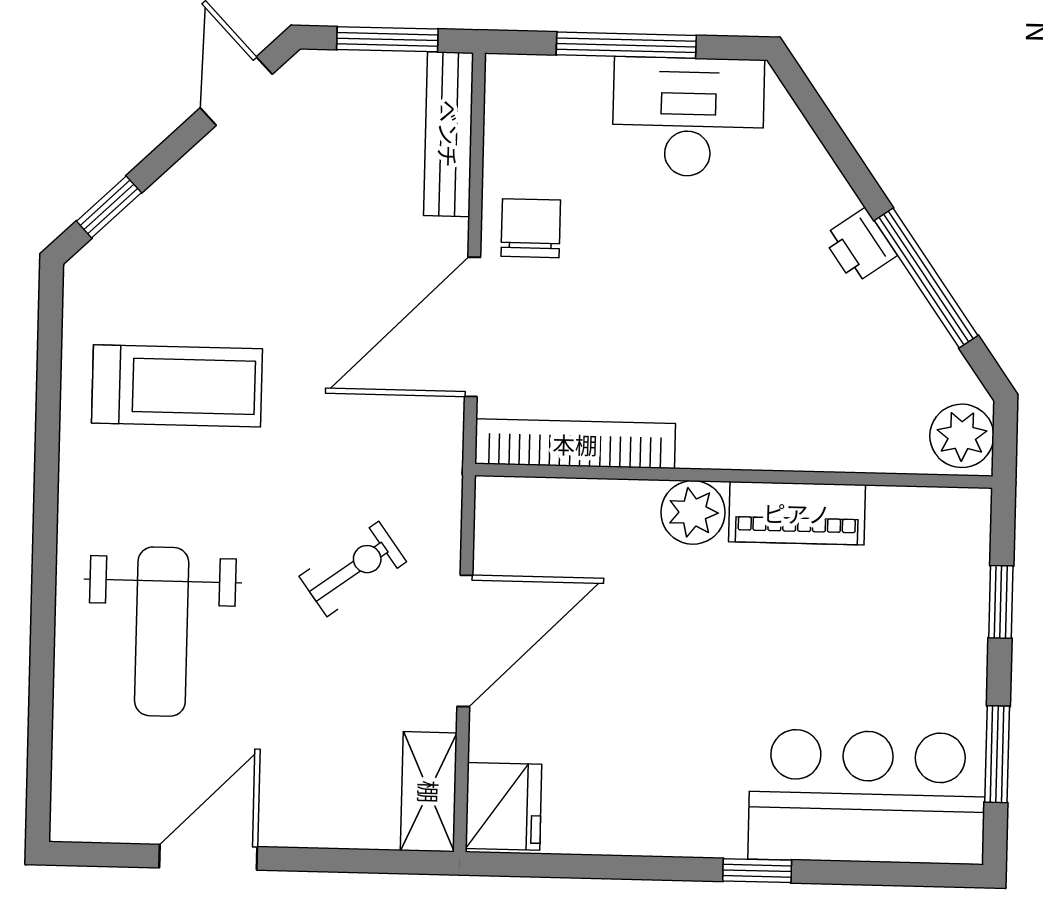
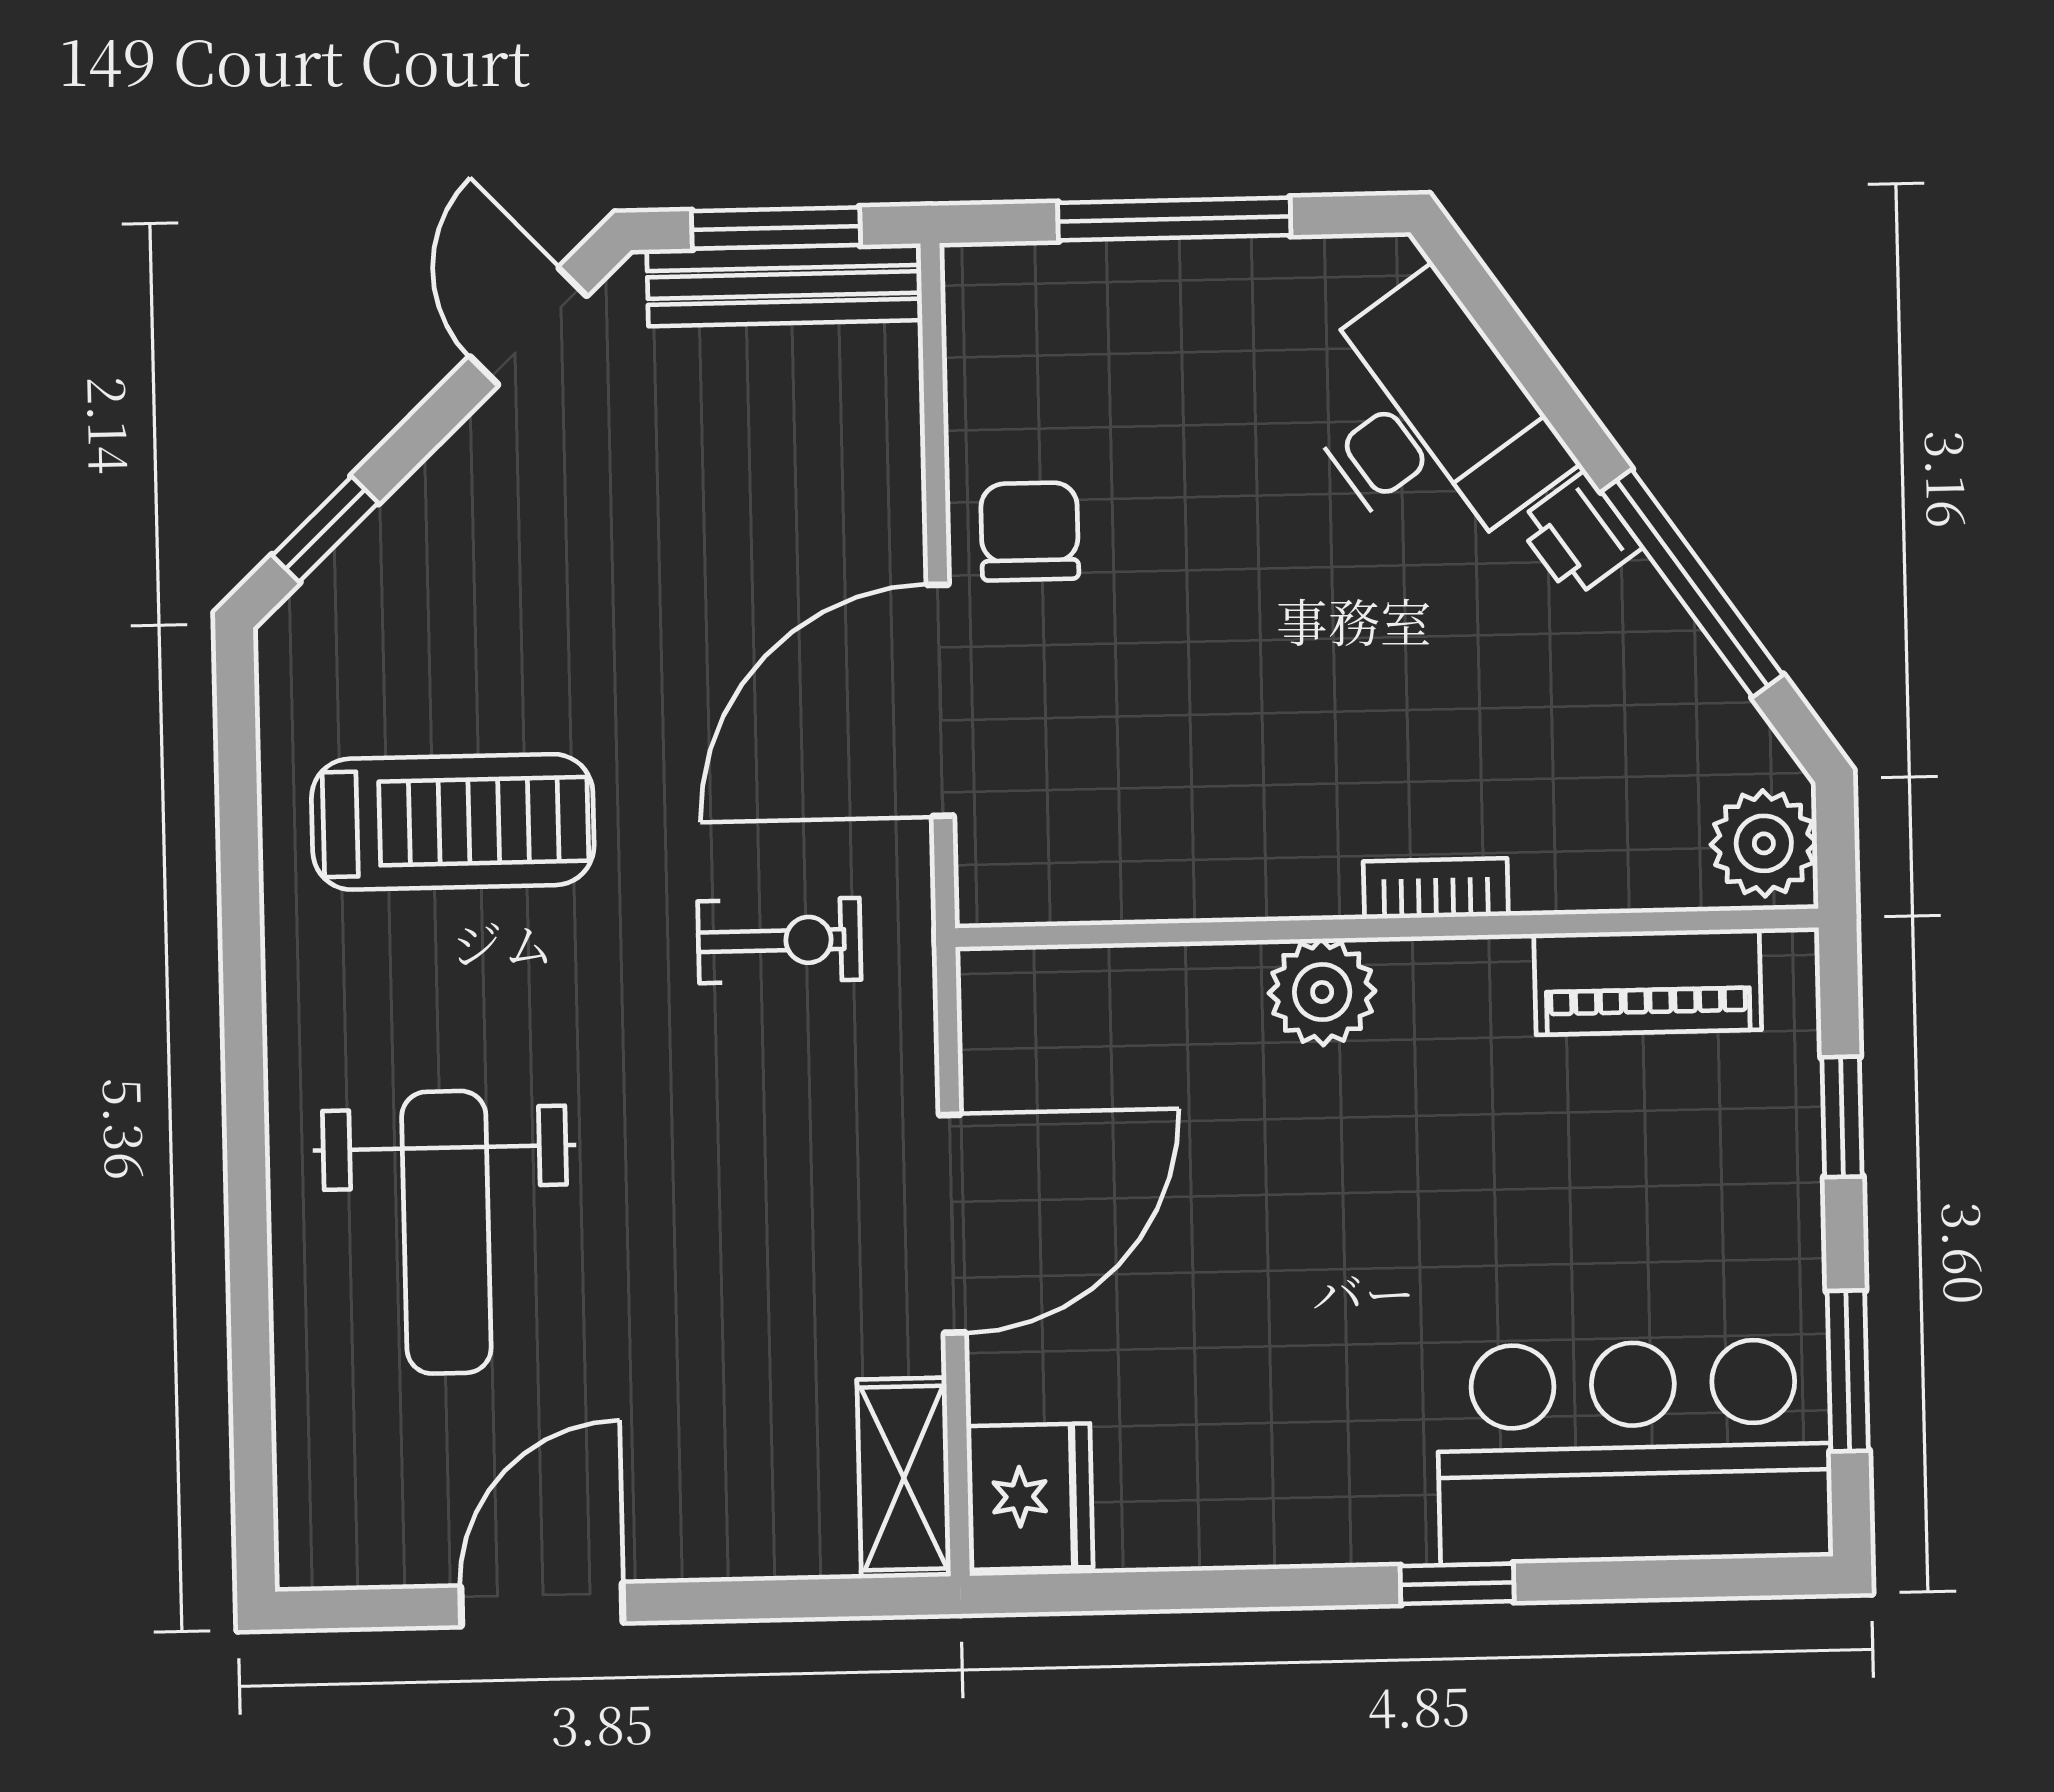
desk: (688, 117) -> (1427, 421), moved, turned 55
bench: (449, 134) -> (785, 285), moved, turned 90
bookcase: (575, 444) -> (1436, 889), moved, width x0.43, depth x0.76
piano: (797, 513) -> (1648, 982), moved
exercise bike: (353, 569) -> (779, 941), moved, turned 36

